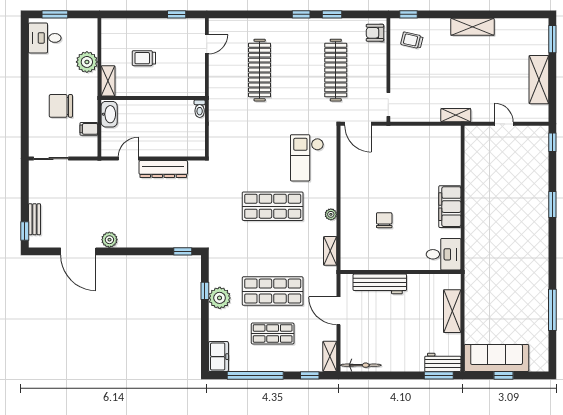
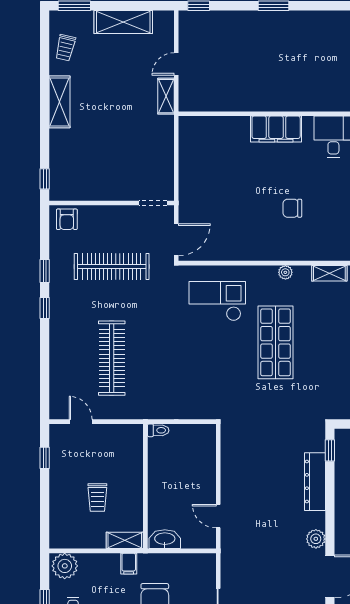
trolley: (412, 40) -> (65, 48), moved
plant: (87, 62) -> (65, 566), moved
clothes rail: (260, 70) -> (112, 358), turned 90
shelving: (456, 115) -> (166, 96), moved
filing cabinet: (89, 129) -> (129, 564), moved
checkout: (307, 158) -> (217, 301), turned 180
dresser: (163, 169) -> (315, 482), moved, turned 180

